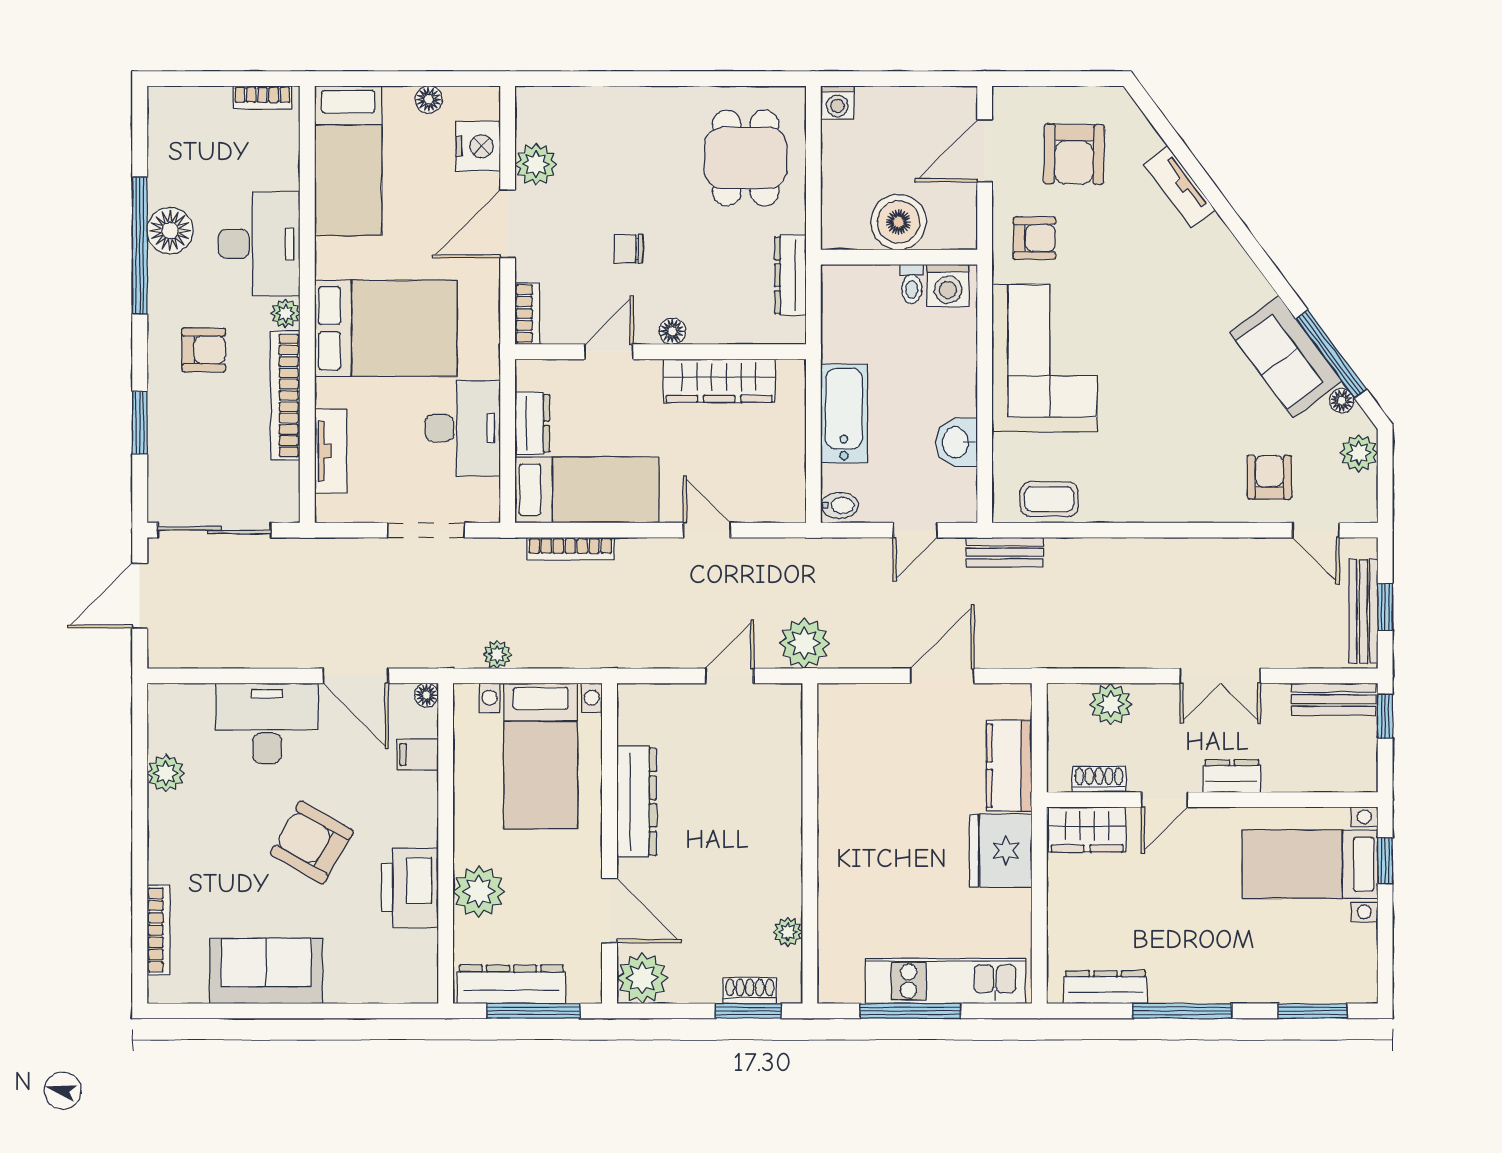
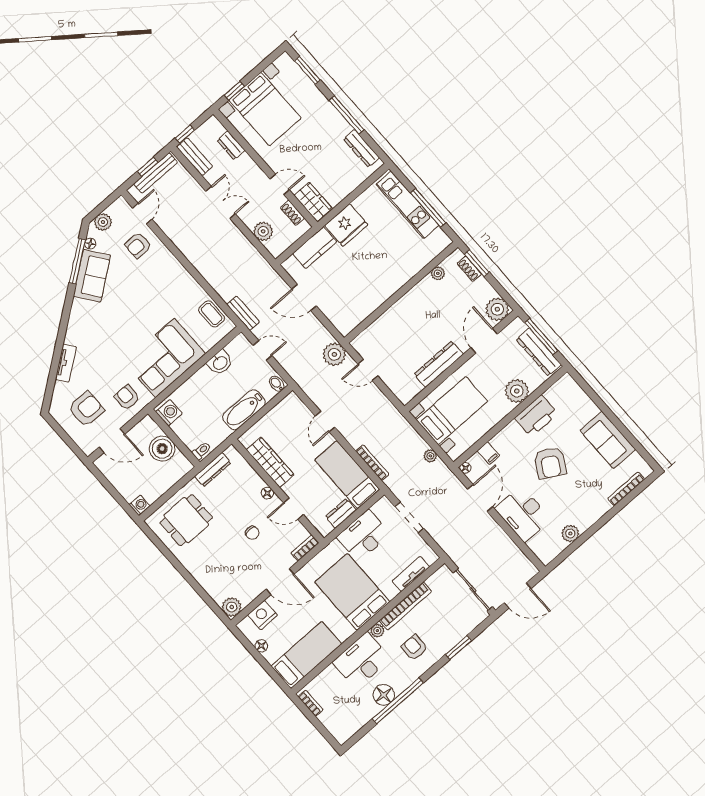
plant: (536, 164) -> (232, 607), moved
toilet: (912, 284) -> (201, 451), moved
dresser: (1232, 776) -> (231, 145), moved
bed with nightstands: (1310, 864) -> (265, 109), width x1.36

